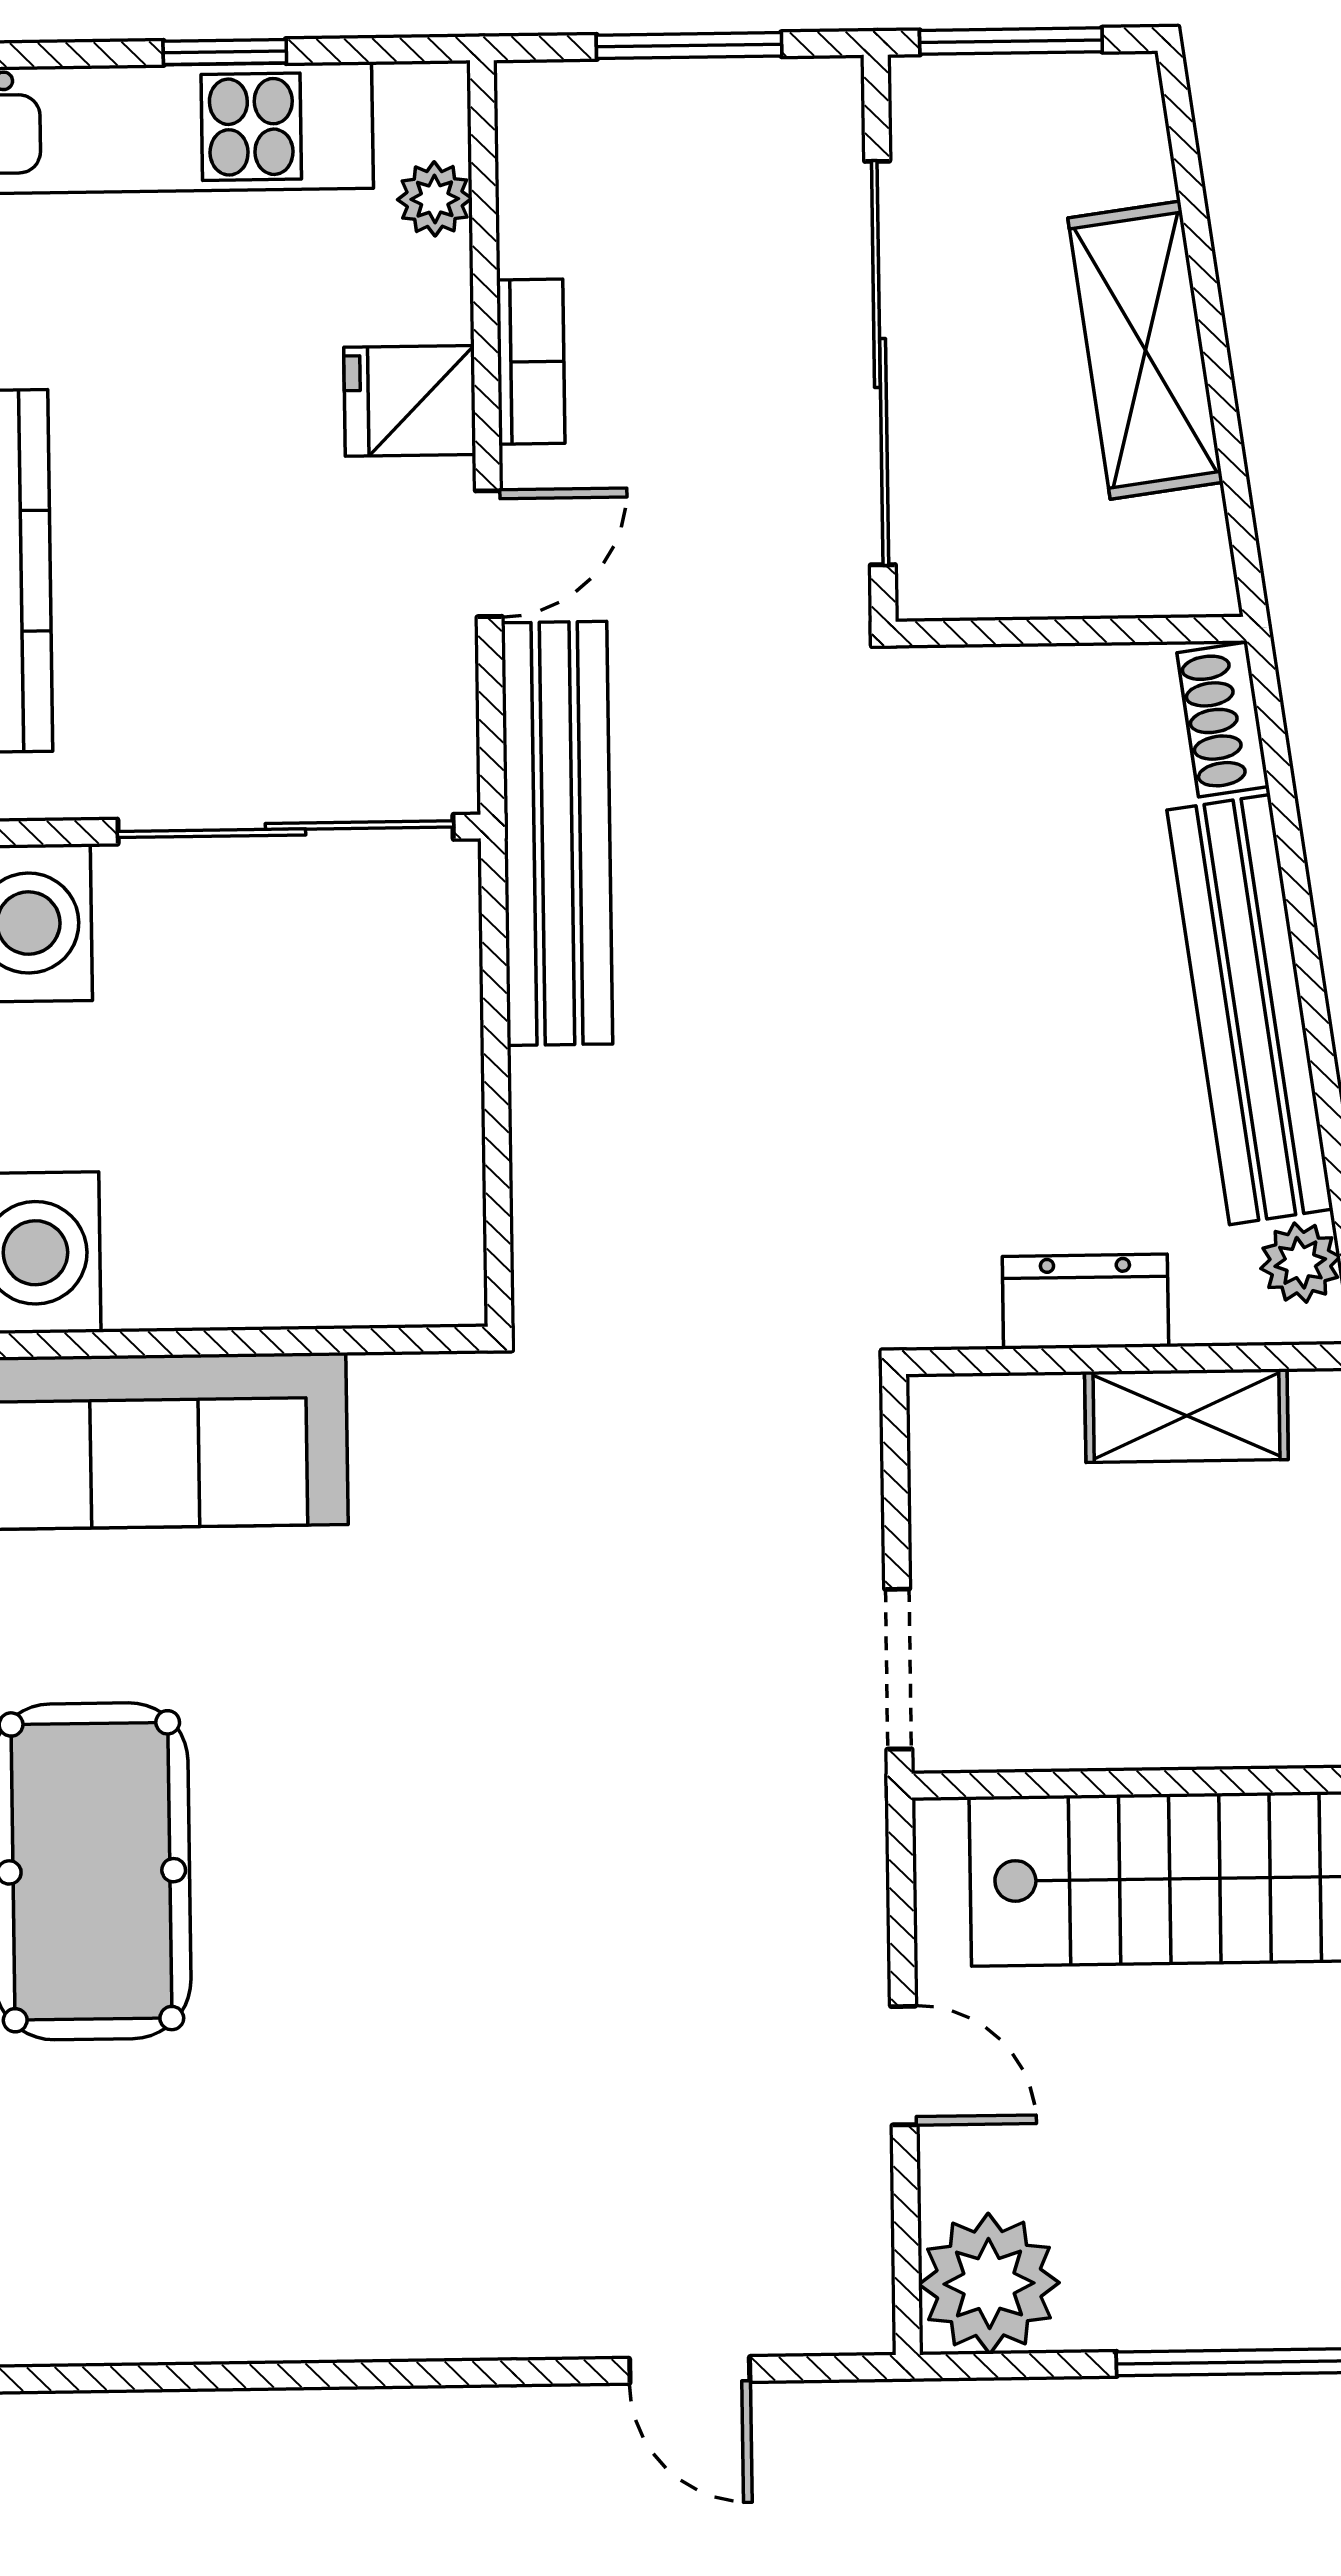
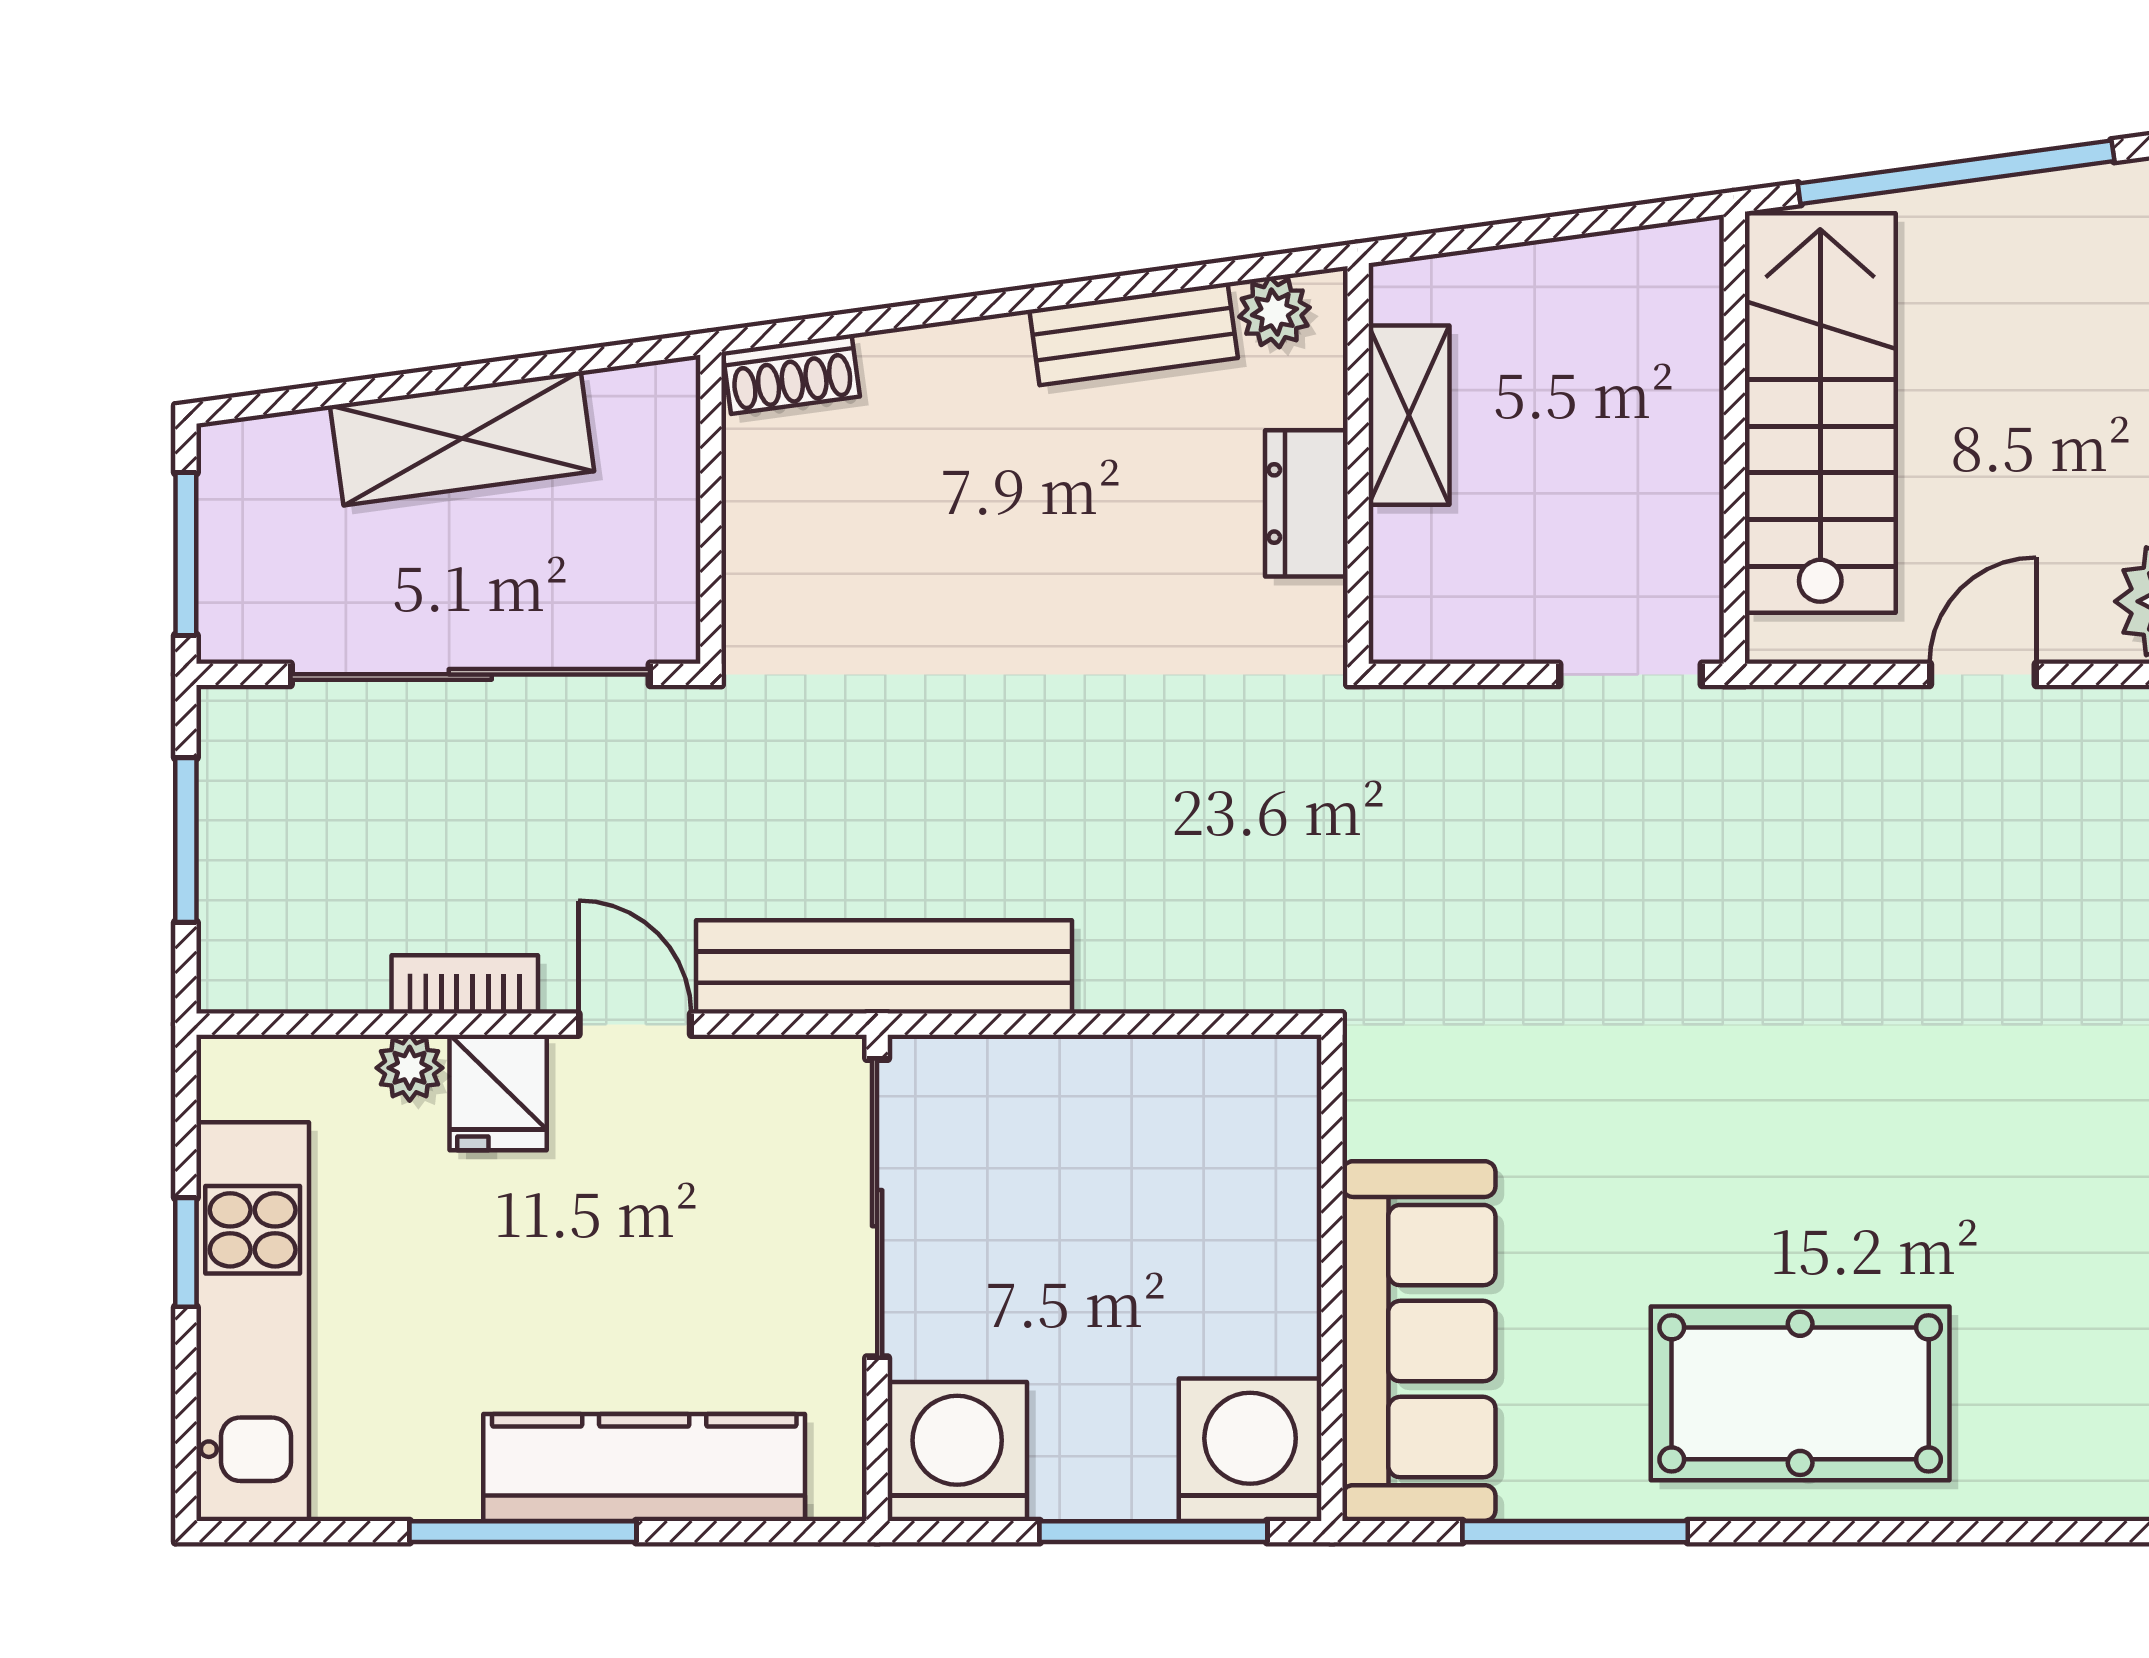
plant: (435, 199) -> (410, 1068), moved
bench: (1250, 1010) -> (1134, 334), width x0.54, depth x0.82

